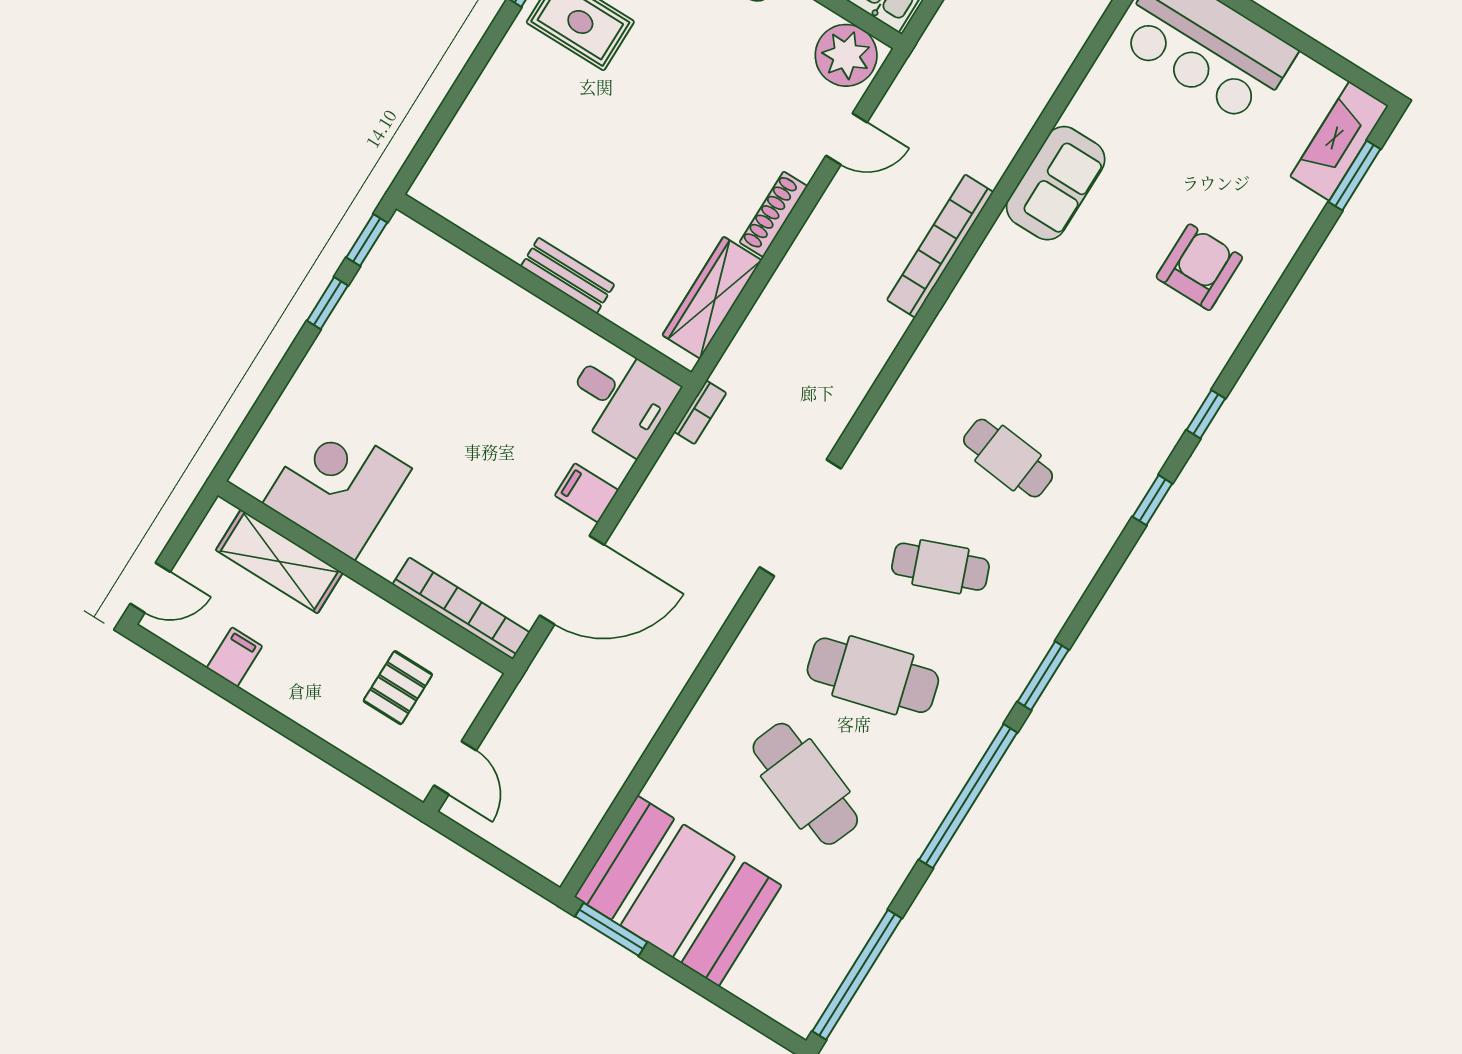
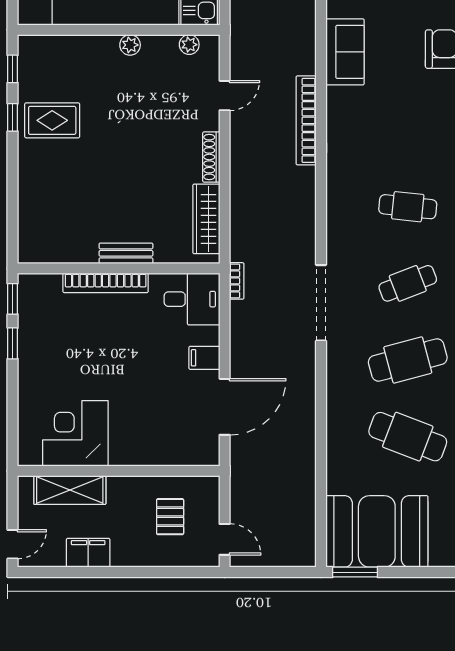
plant: (846, 55) -> (189, 45), width x0.53, depth x0.53
bookcase: (461, 608) -> (106, 283), moved, turned 180
filing cabinet: (234, 657) -> (88, 553), width x2.00

